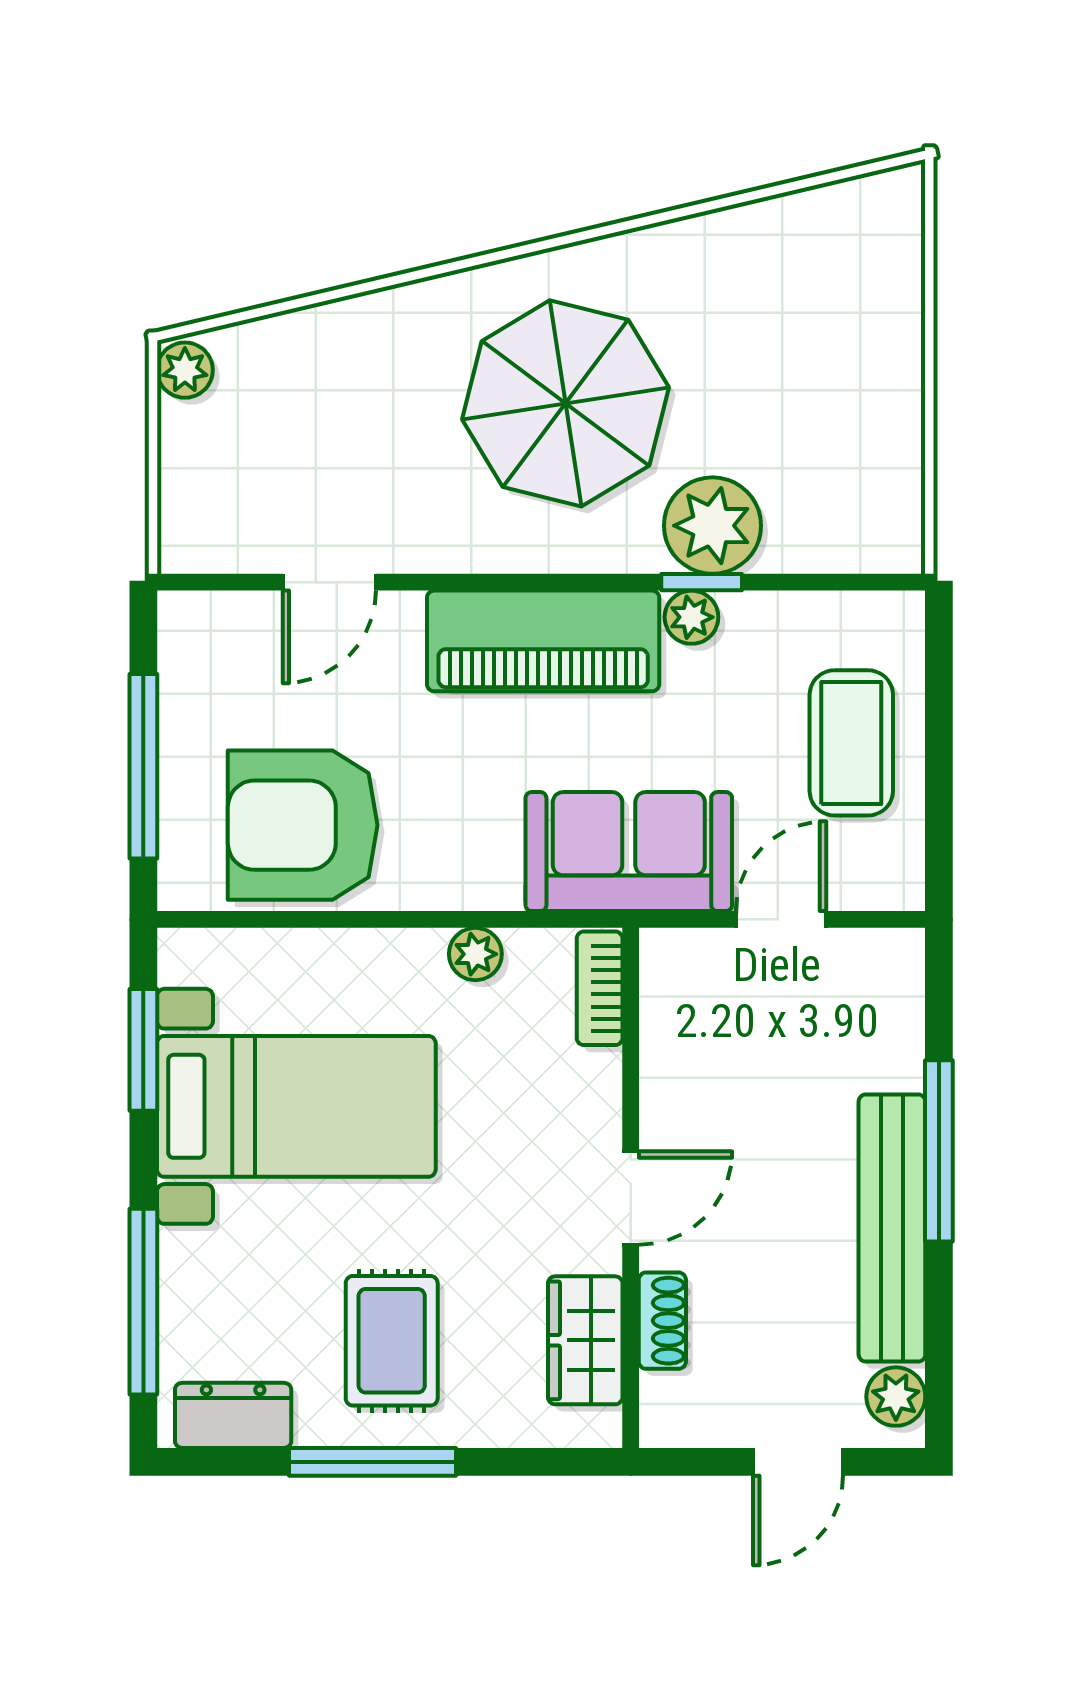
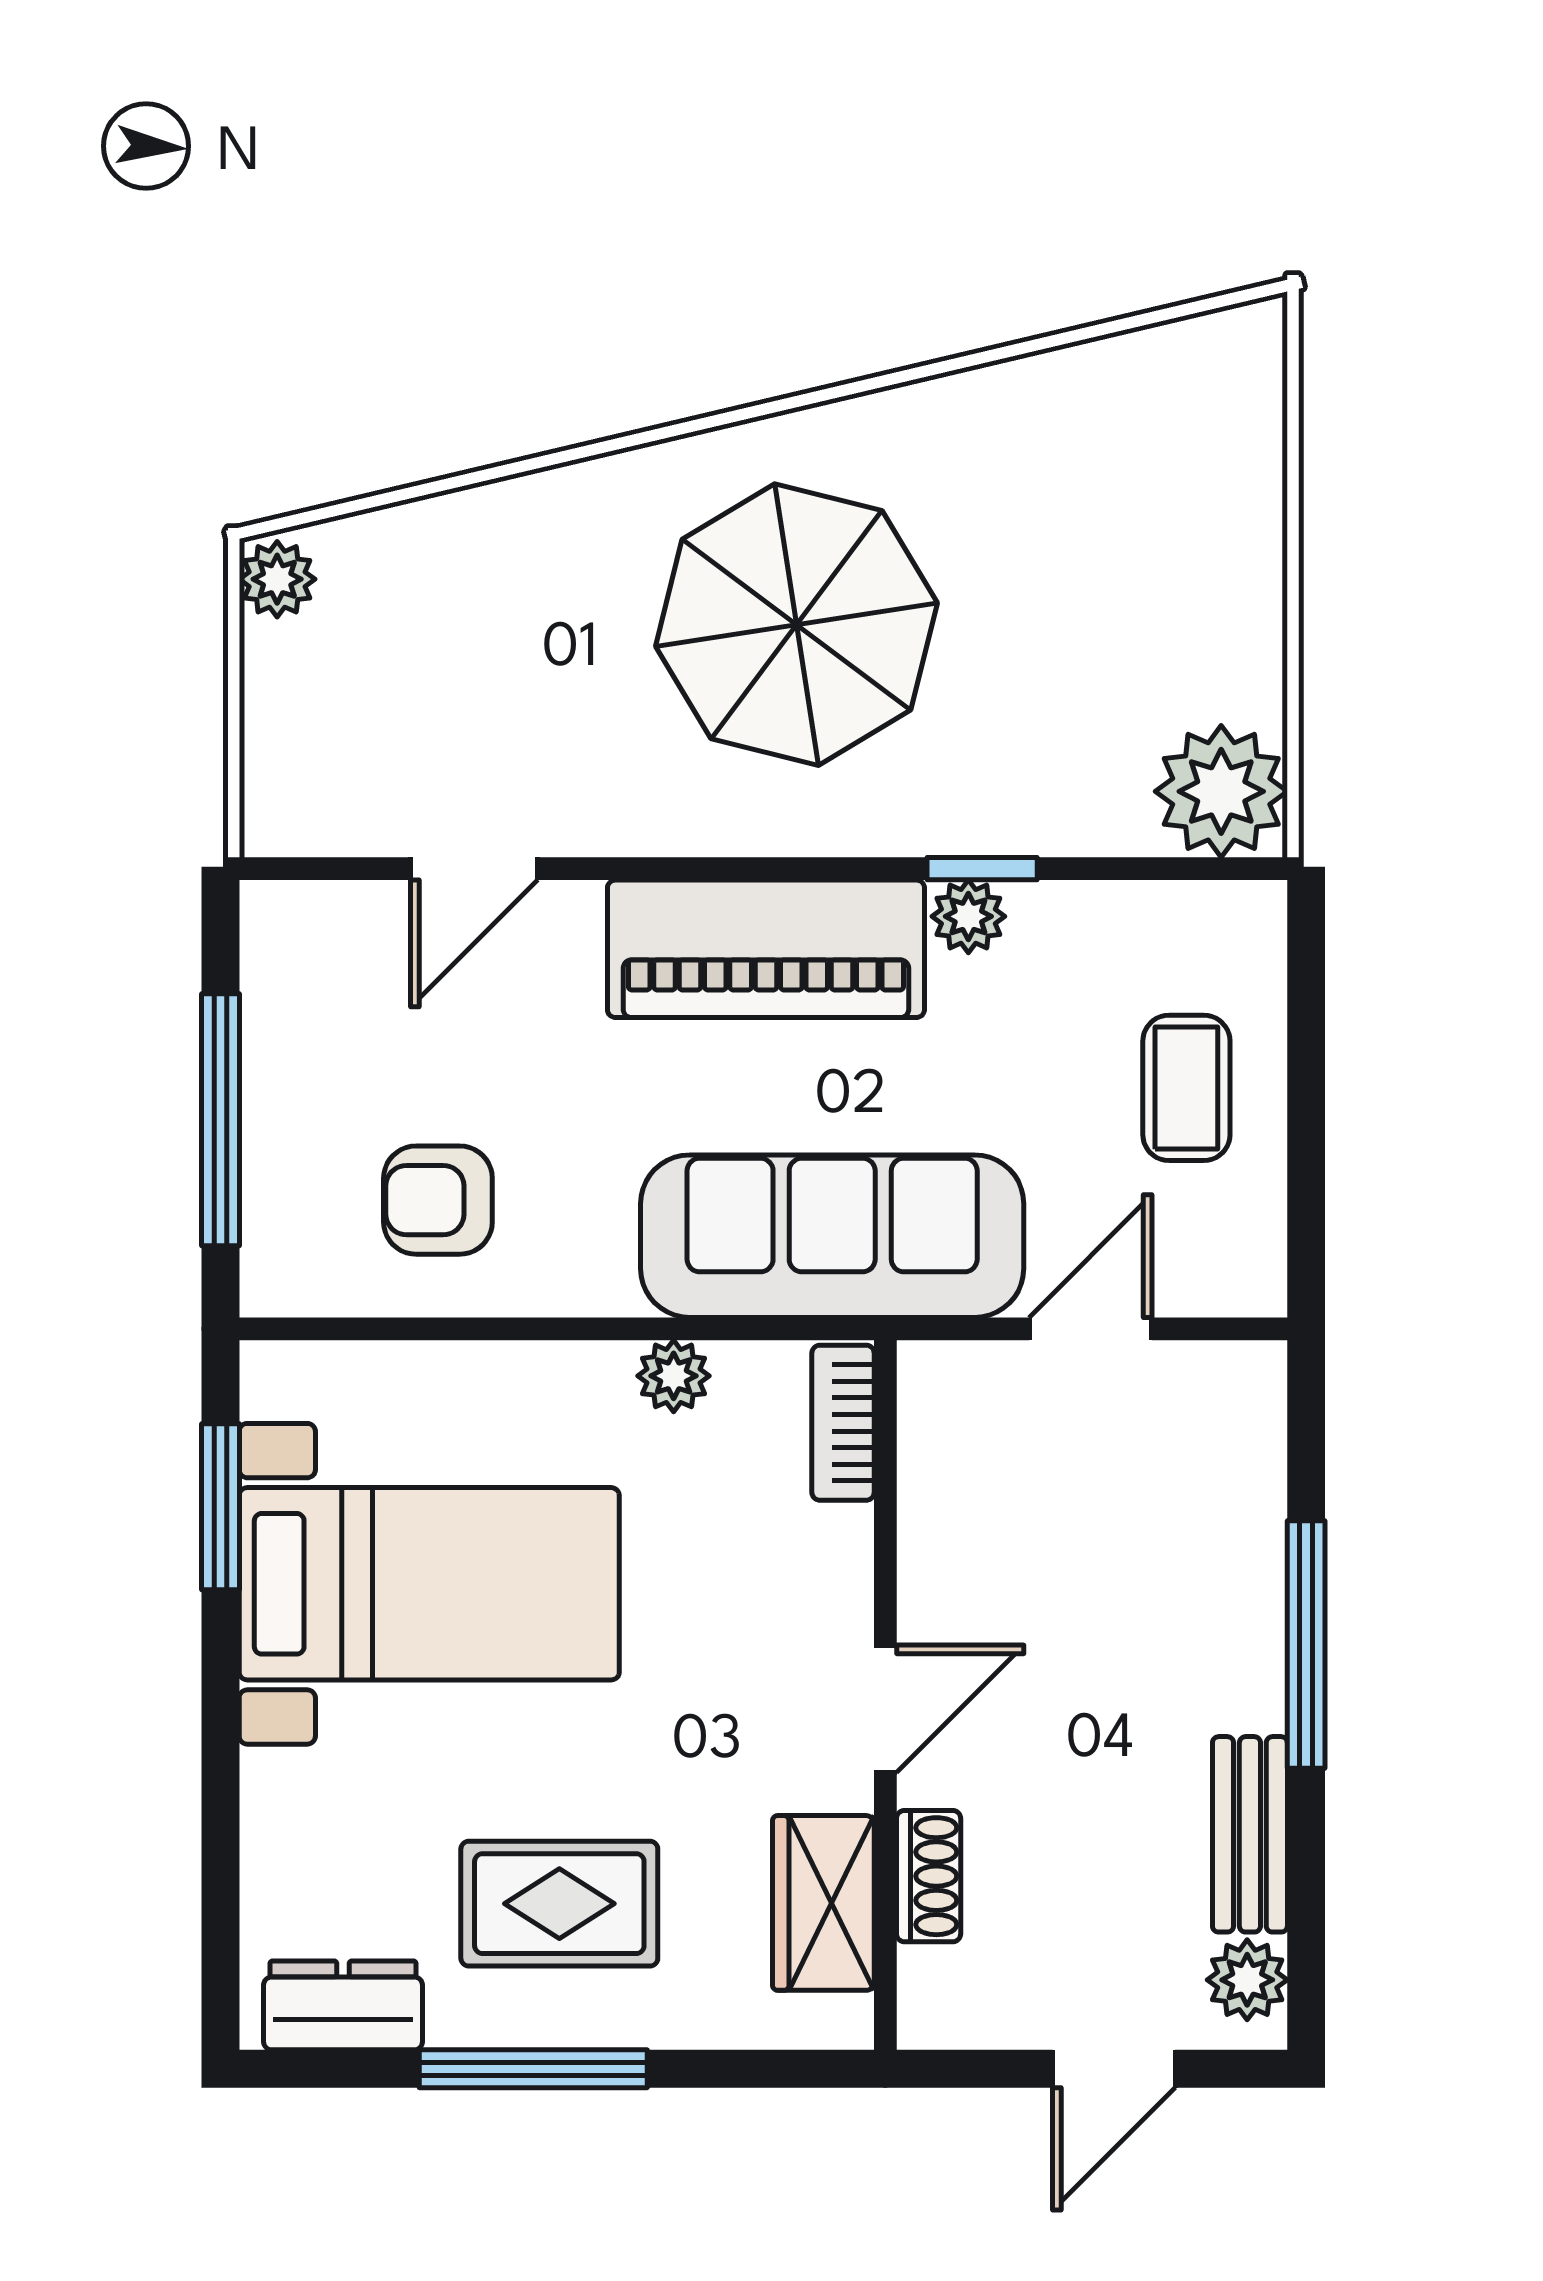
plant: (713, 526) -> (1221, 791), moved
coffee table: (851, 743) -> (1186, 1088), width x0.73, depth x0.77
armchair: (303, 825) -> (438, 1200), width x0.53, depth x0.53
sofa: (629, 852) -> (832, 1236), width x1.36
bench: (892, 1228) -> (1250, 1834), width x0.54, depth x0.82
window: (143, 1302) -> (221, 1850), removed
rug: (392, 1341) -> (559, 1904), turned 90

